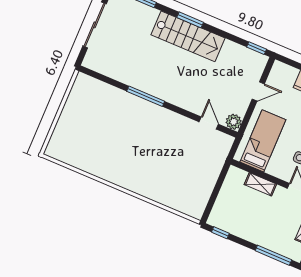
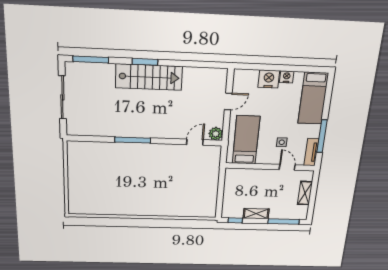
window: (257, 48) -> (214, 65), removed
door: (209, 123) -> (195, 142), hinge flipped
shelving: (260, 184) -> (256, 214), moved

